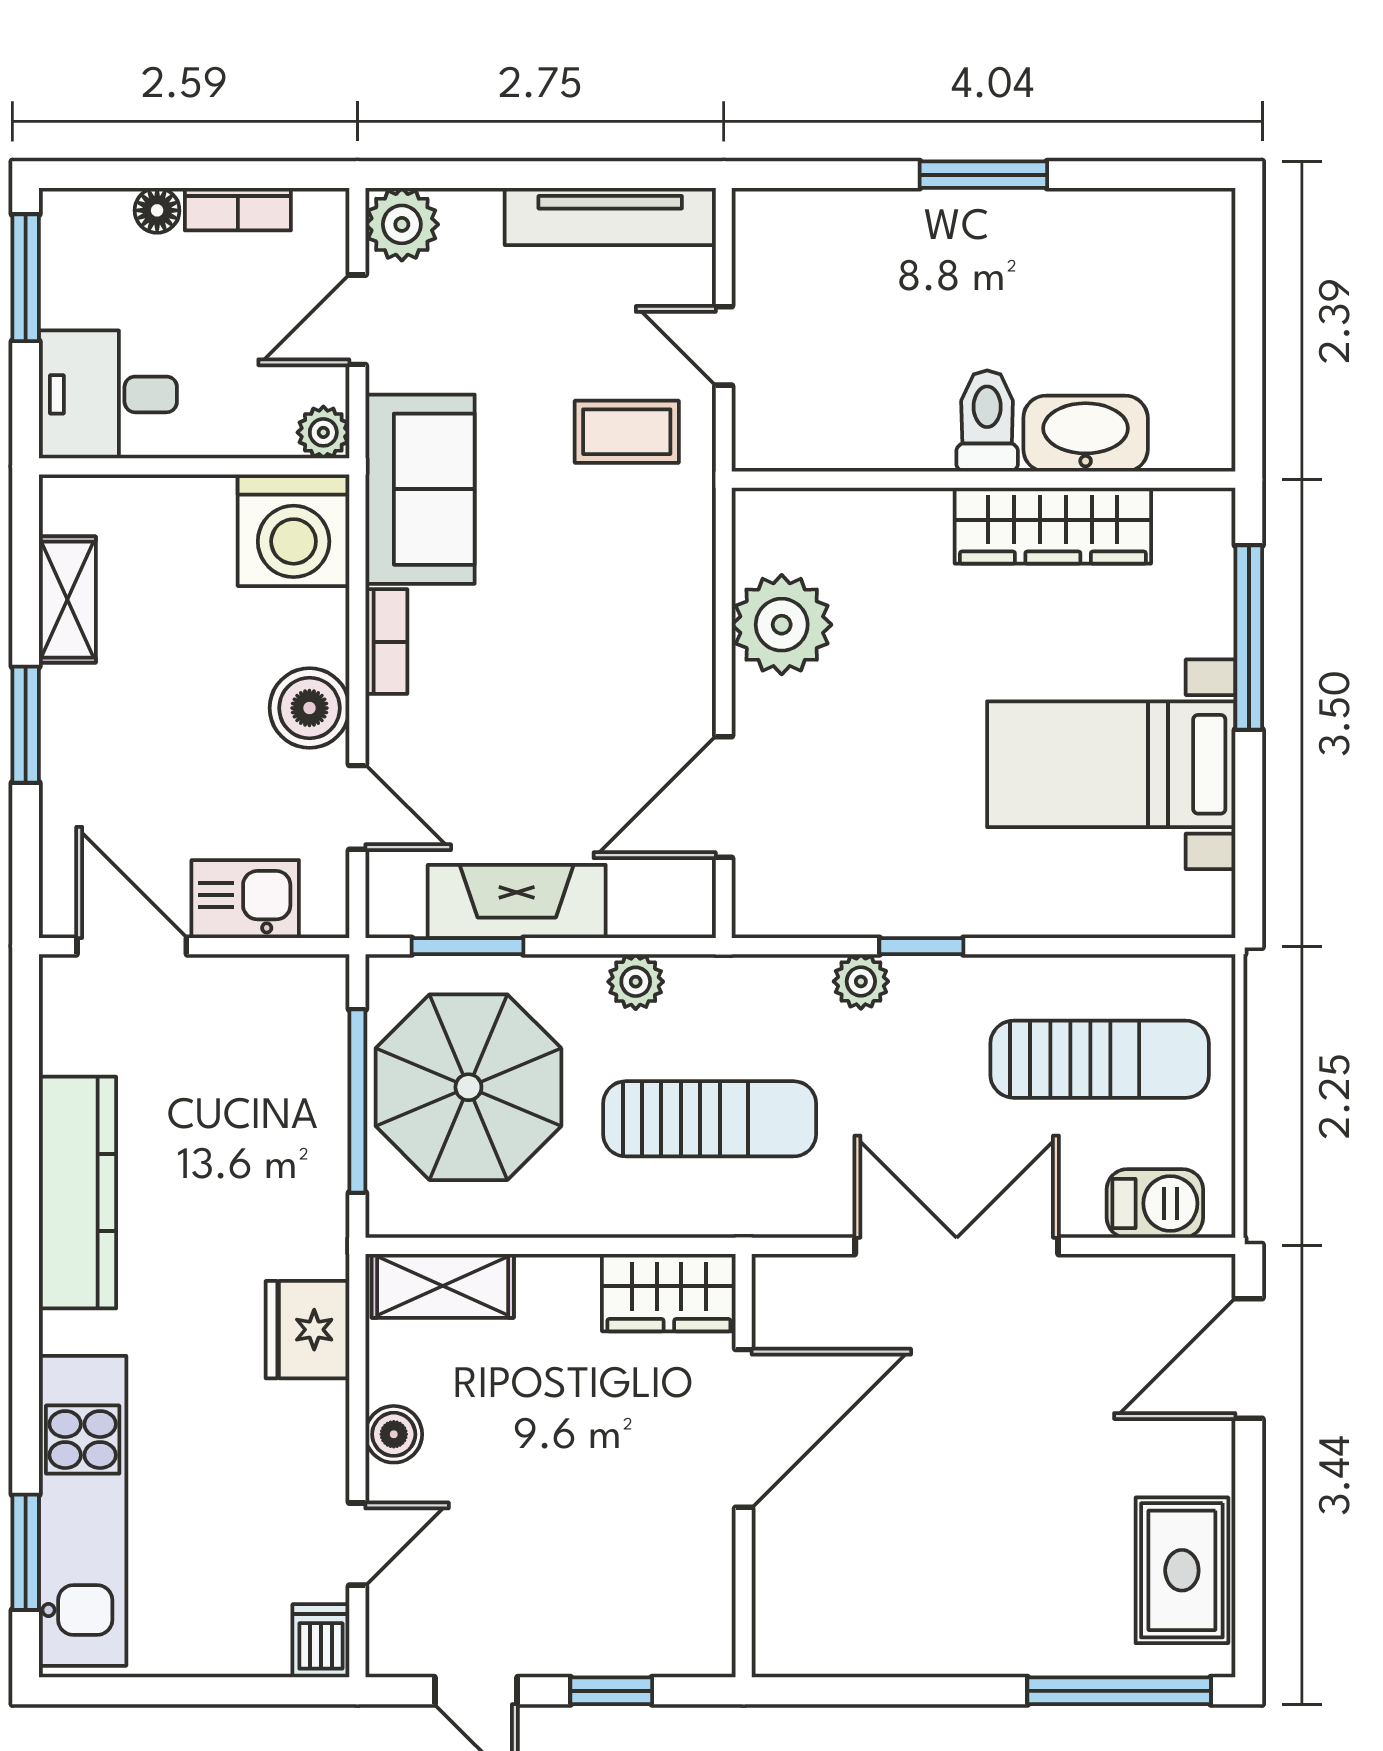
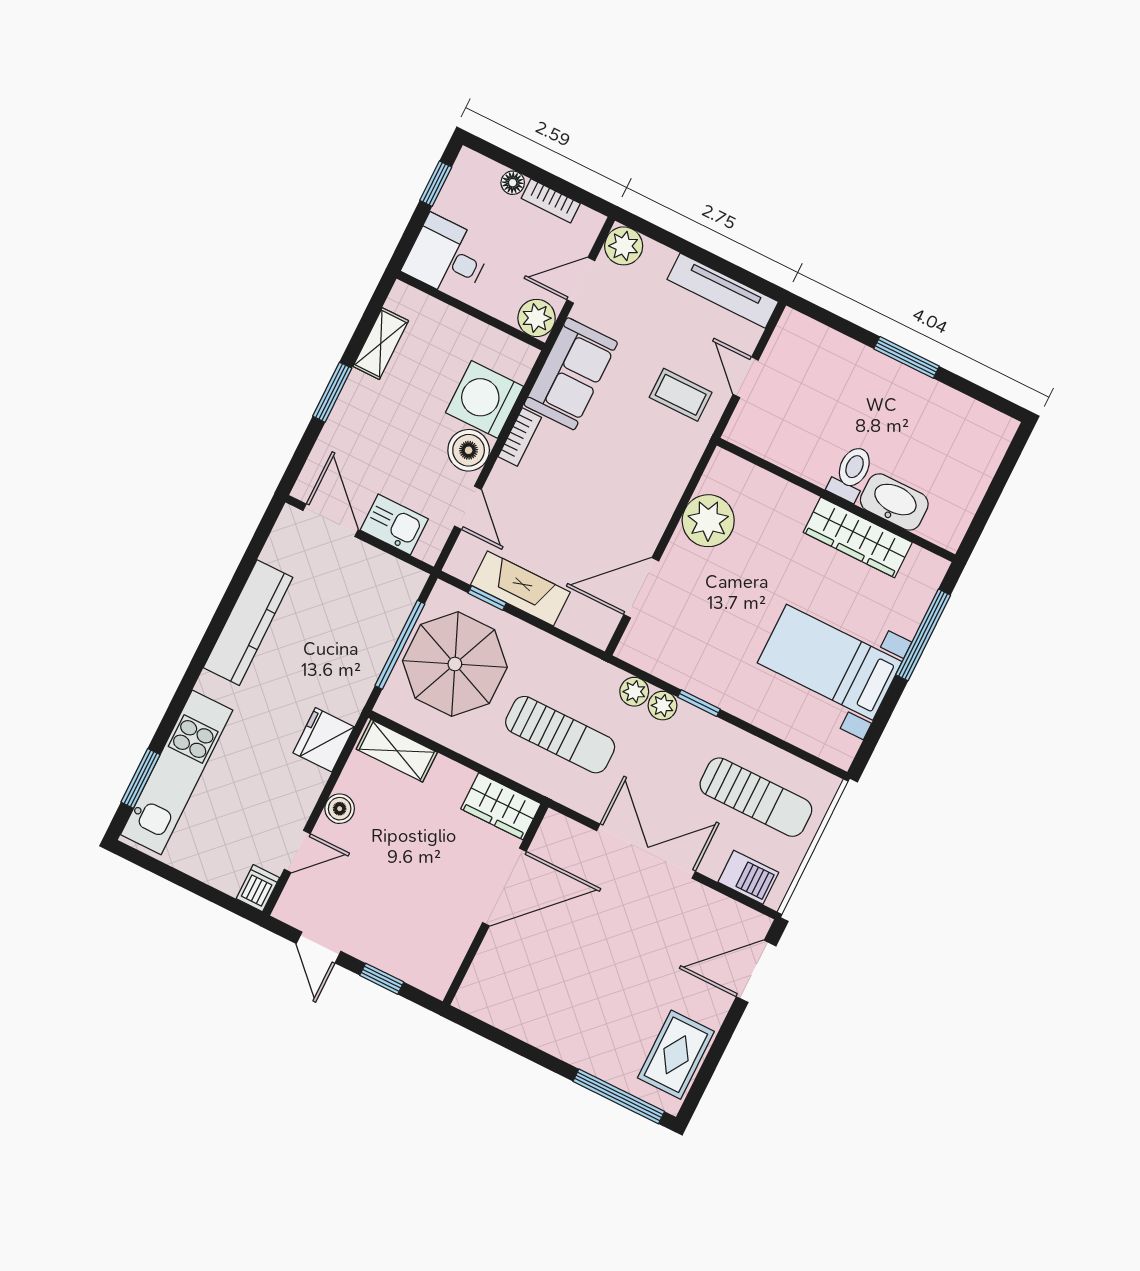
window: (26, 278) -> (436, 184), width x0.67
plant: (323, 432) -> (537, 318), width x1.38, depth x1.38
washing machine: (294, 530) -> (484, 399), moved, turned 90
window: (467, 946) -> (487, 598), width x0.67
plant: (636, 982) -> (634, 692), moved

